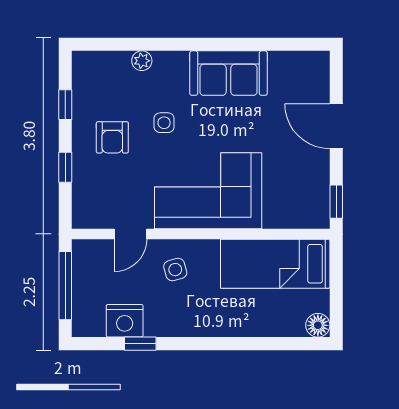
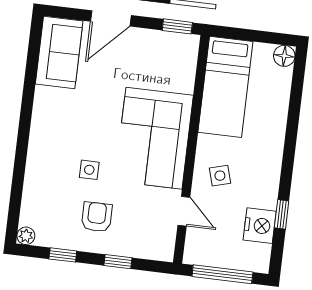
plant: (142, 61) -> (26, 236), moved
sofa: (229, 73) -> (59, 52), moved
armchair: (112, 137) -> (97, 217), turned -90

